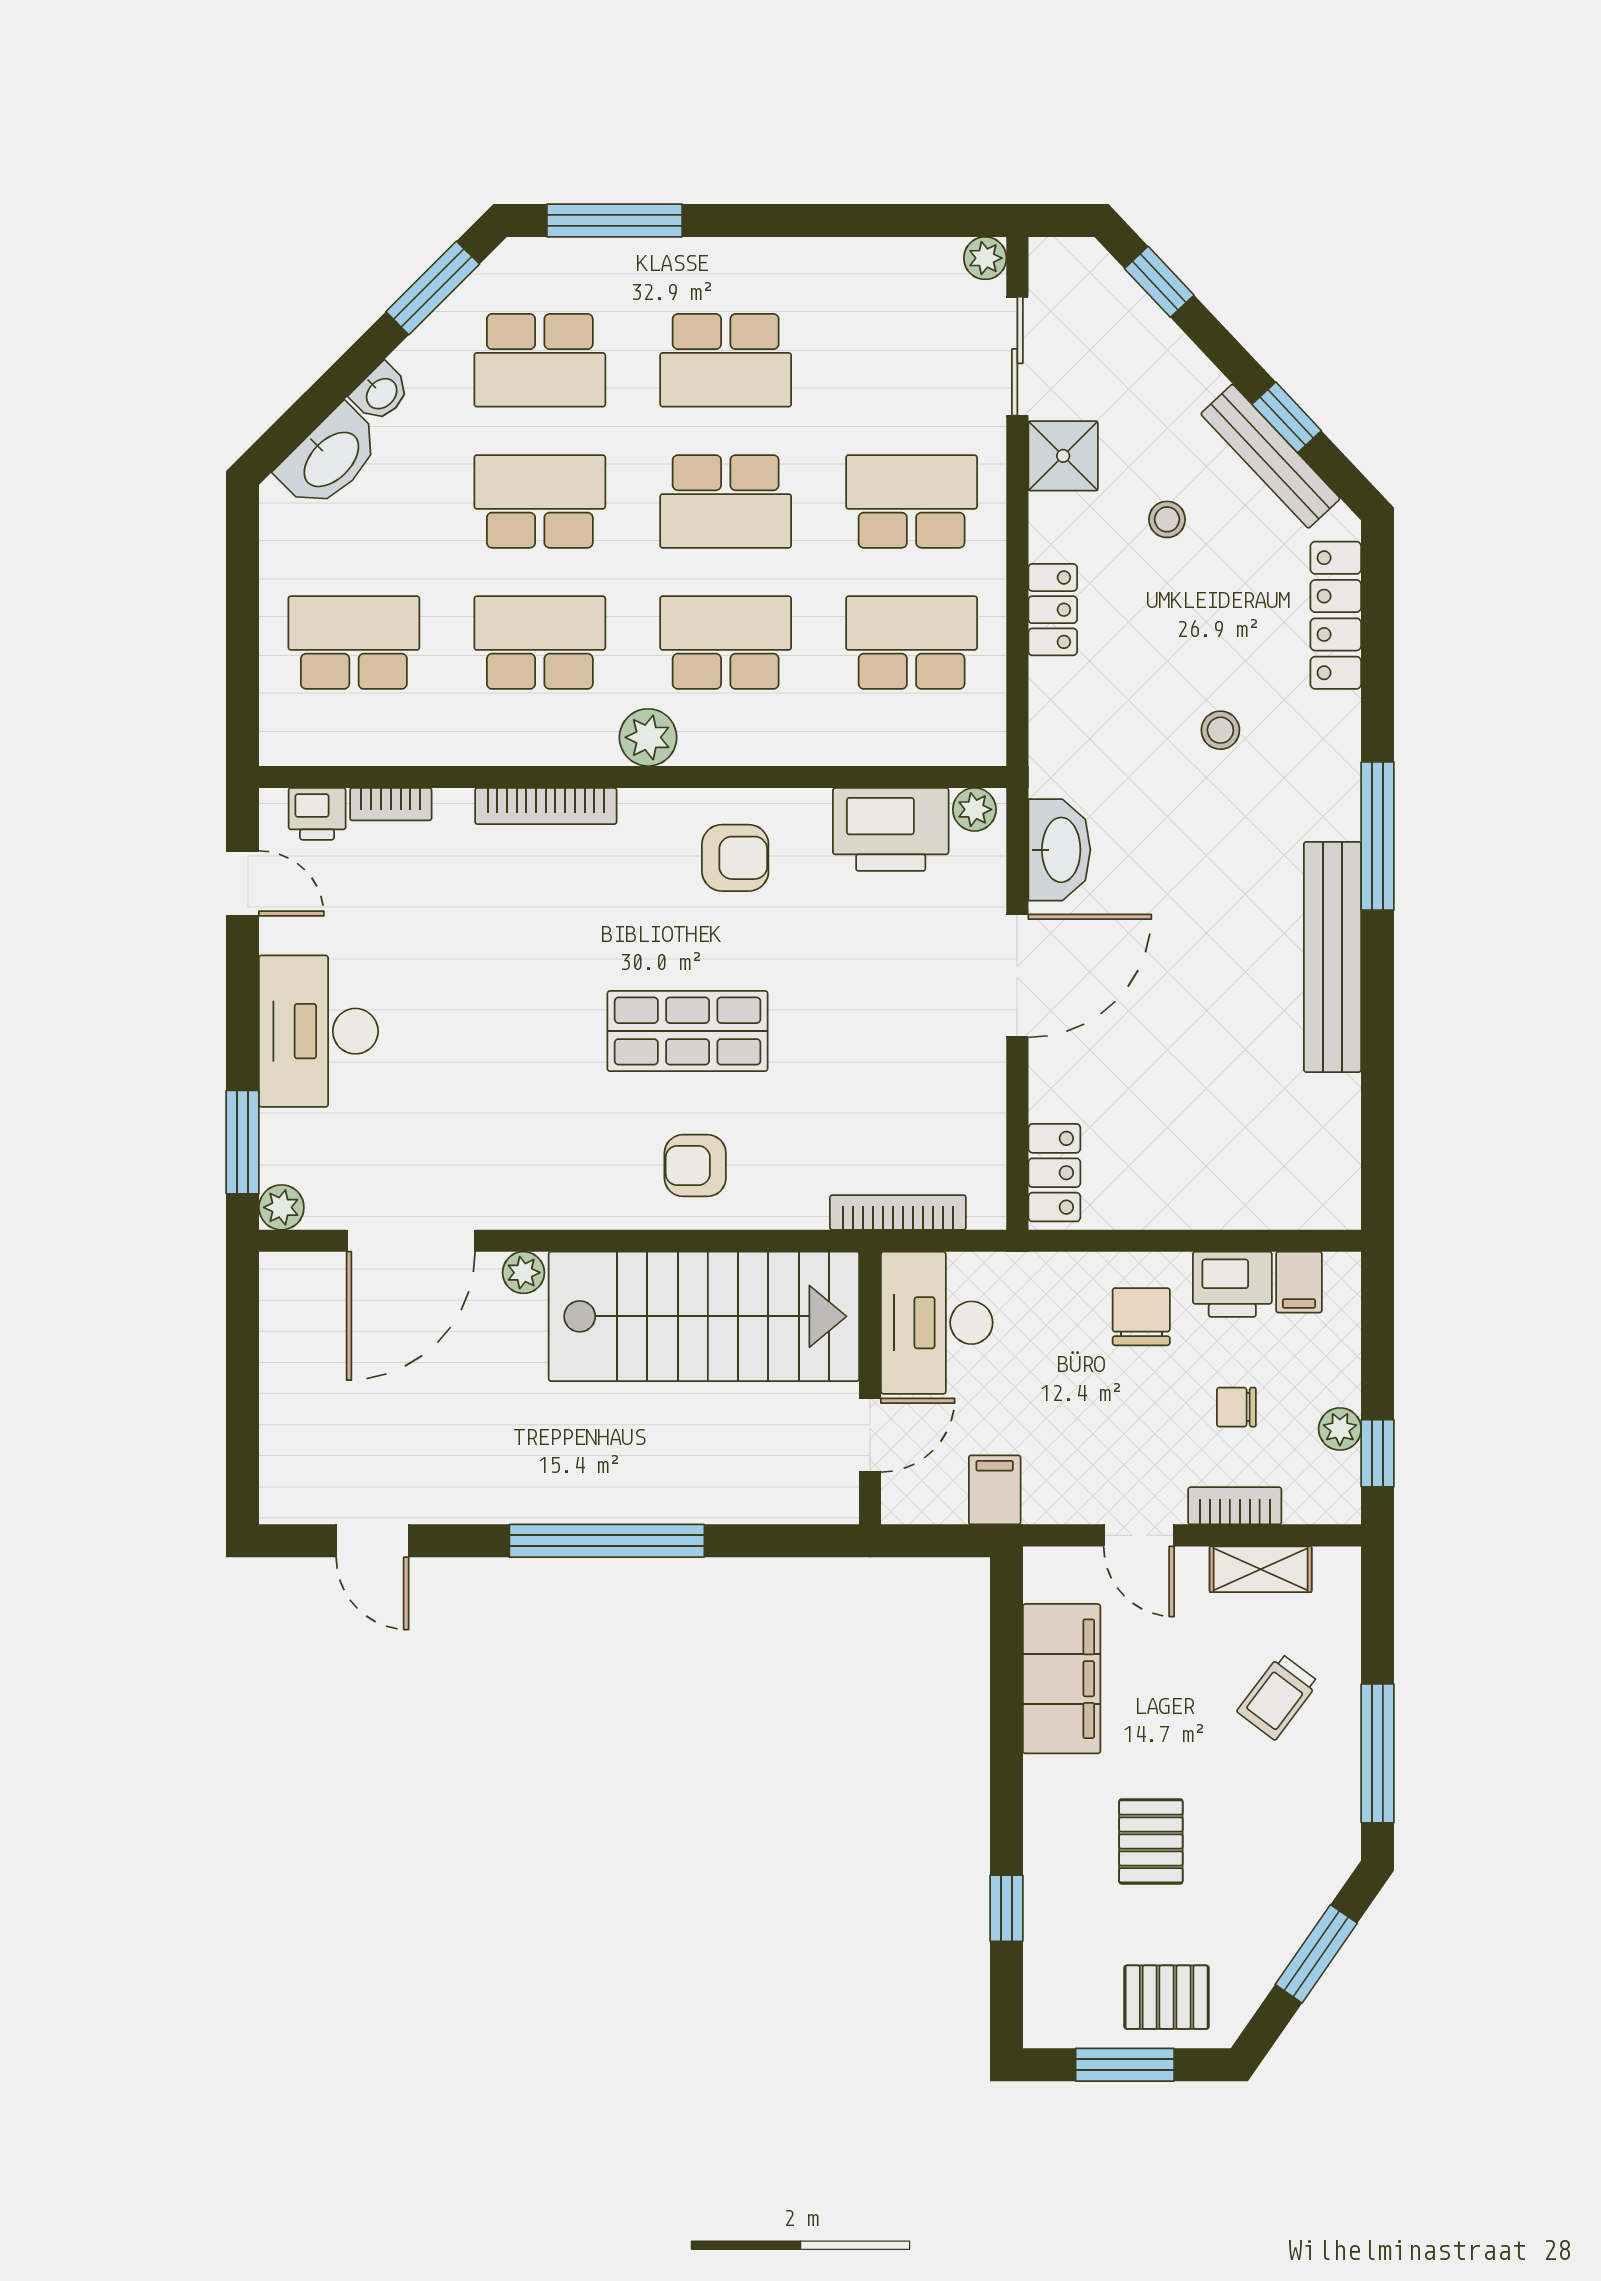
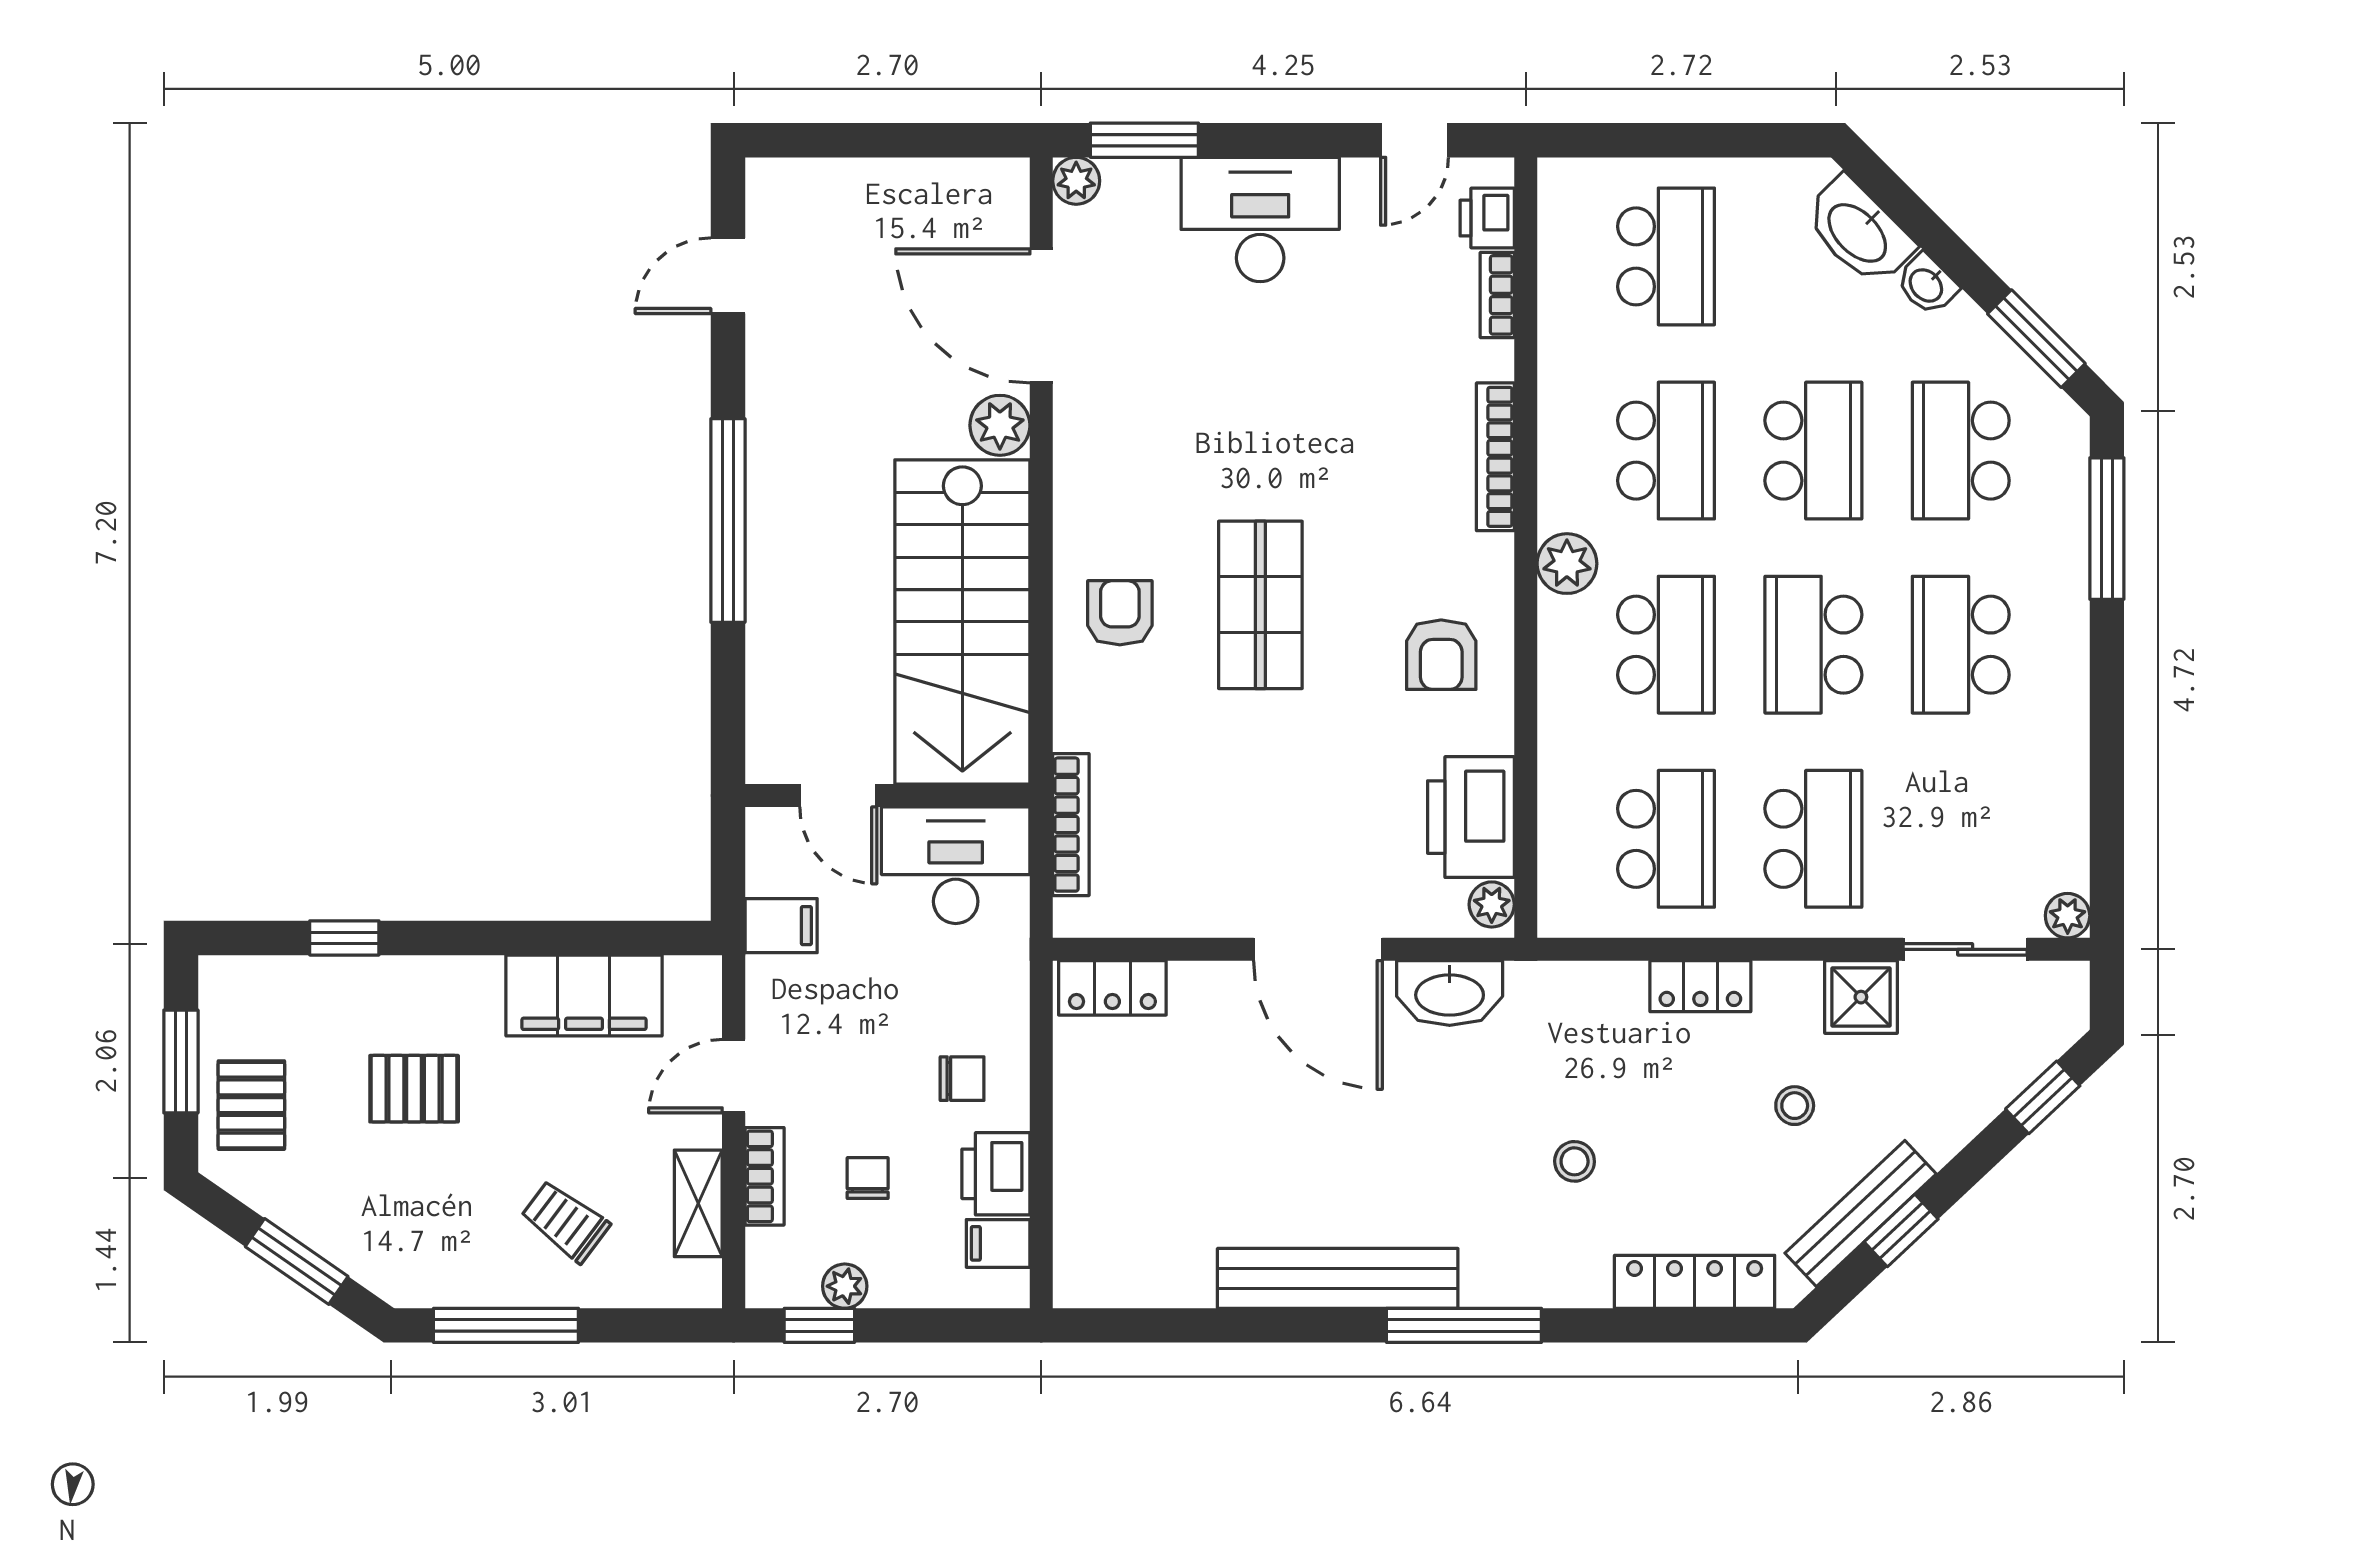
plant: (523, 1273) -> (1000, 425), width x1.38, depth x1.38
chair: (1141, 1317) -> (962, 1079), width x0.73, depth x0.73

